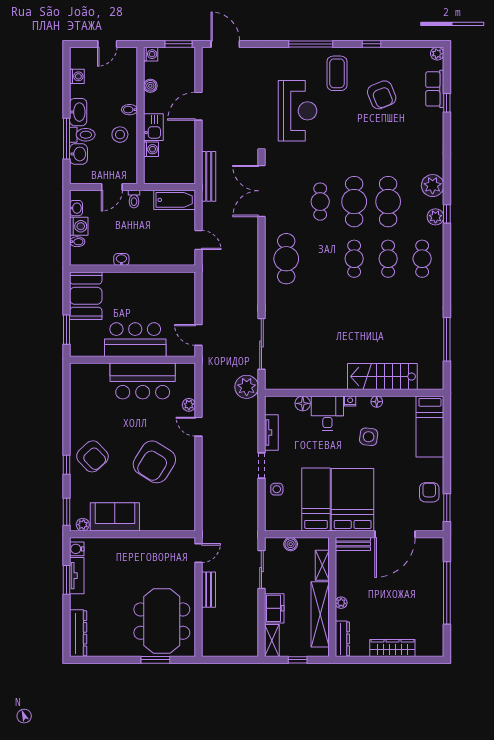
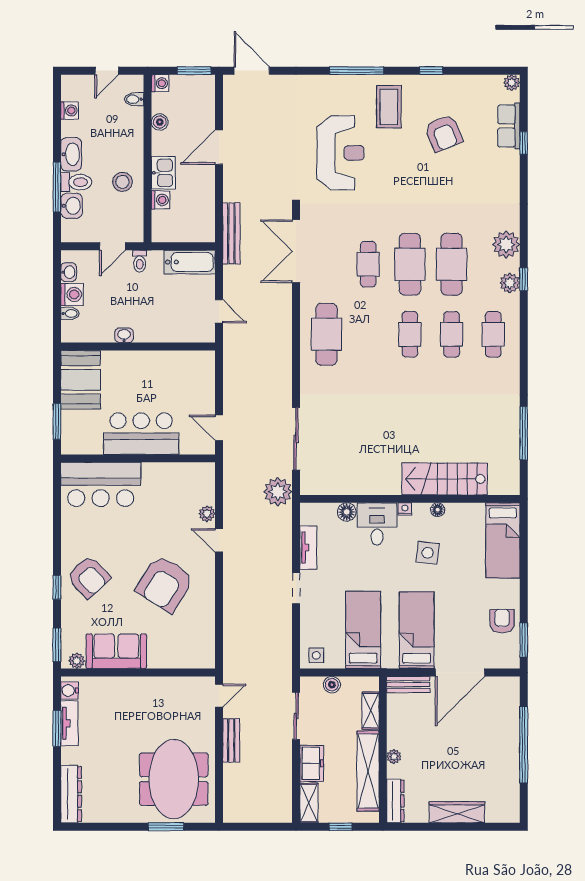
bidet: (129, 110) -> (134, 99), moved
bar counter: (143, 381) -> (101, 484), moved
side table: (277, 489) -> (316, 655), moved
bed: (353, 500) -> (417, 630), width x0.67

